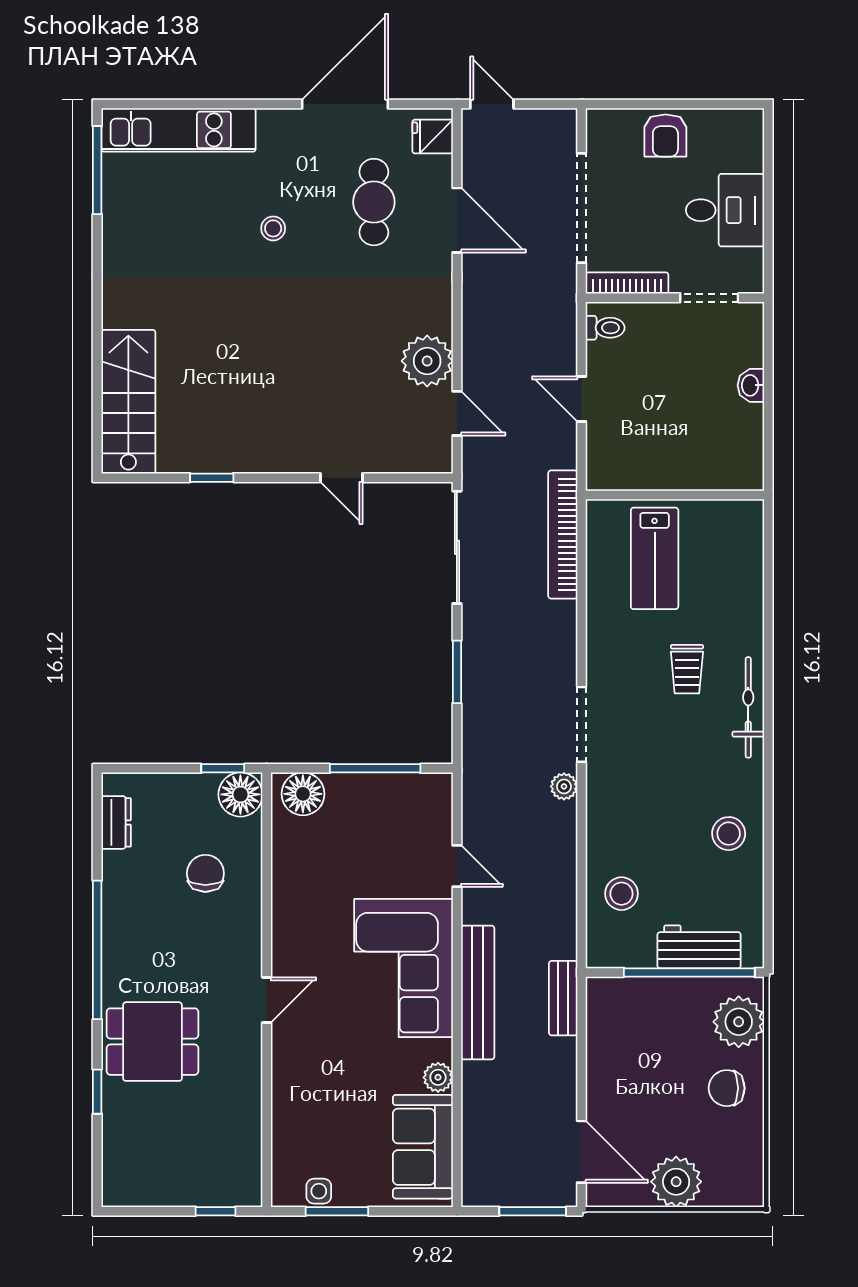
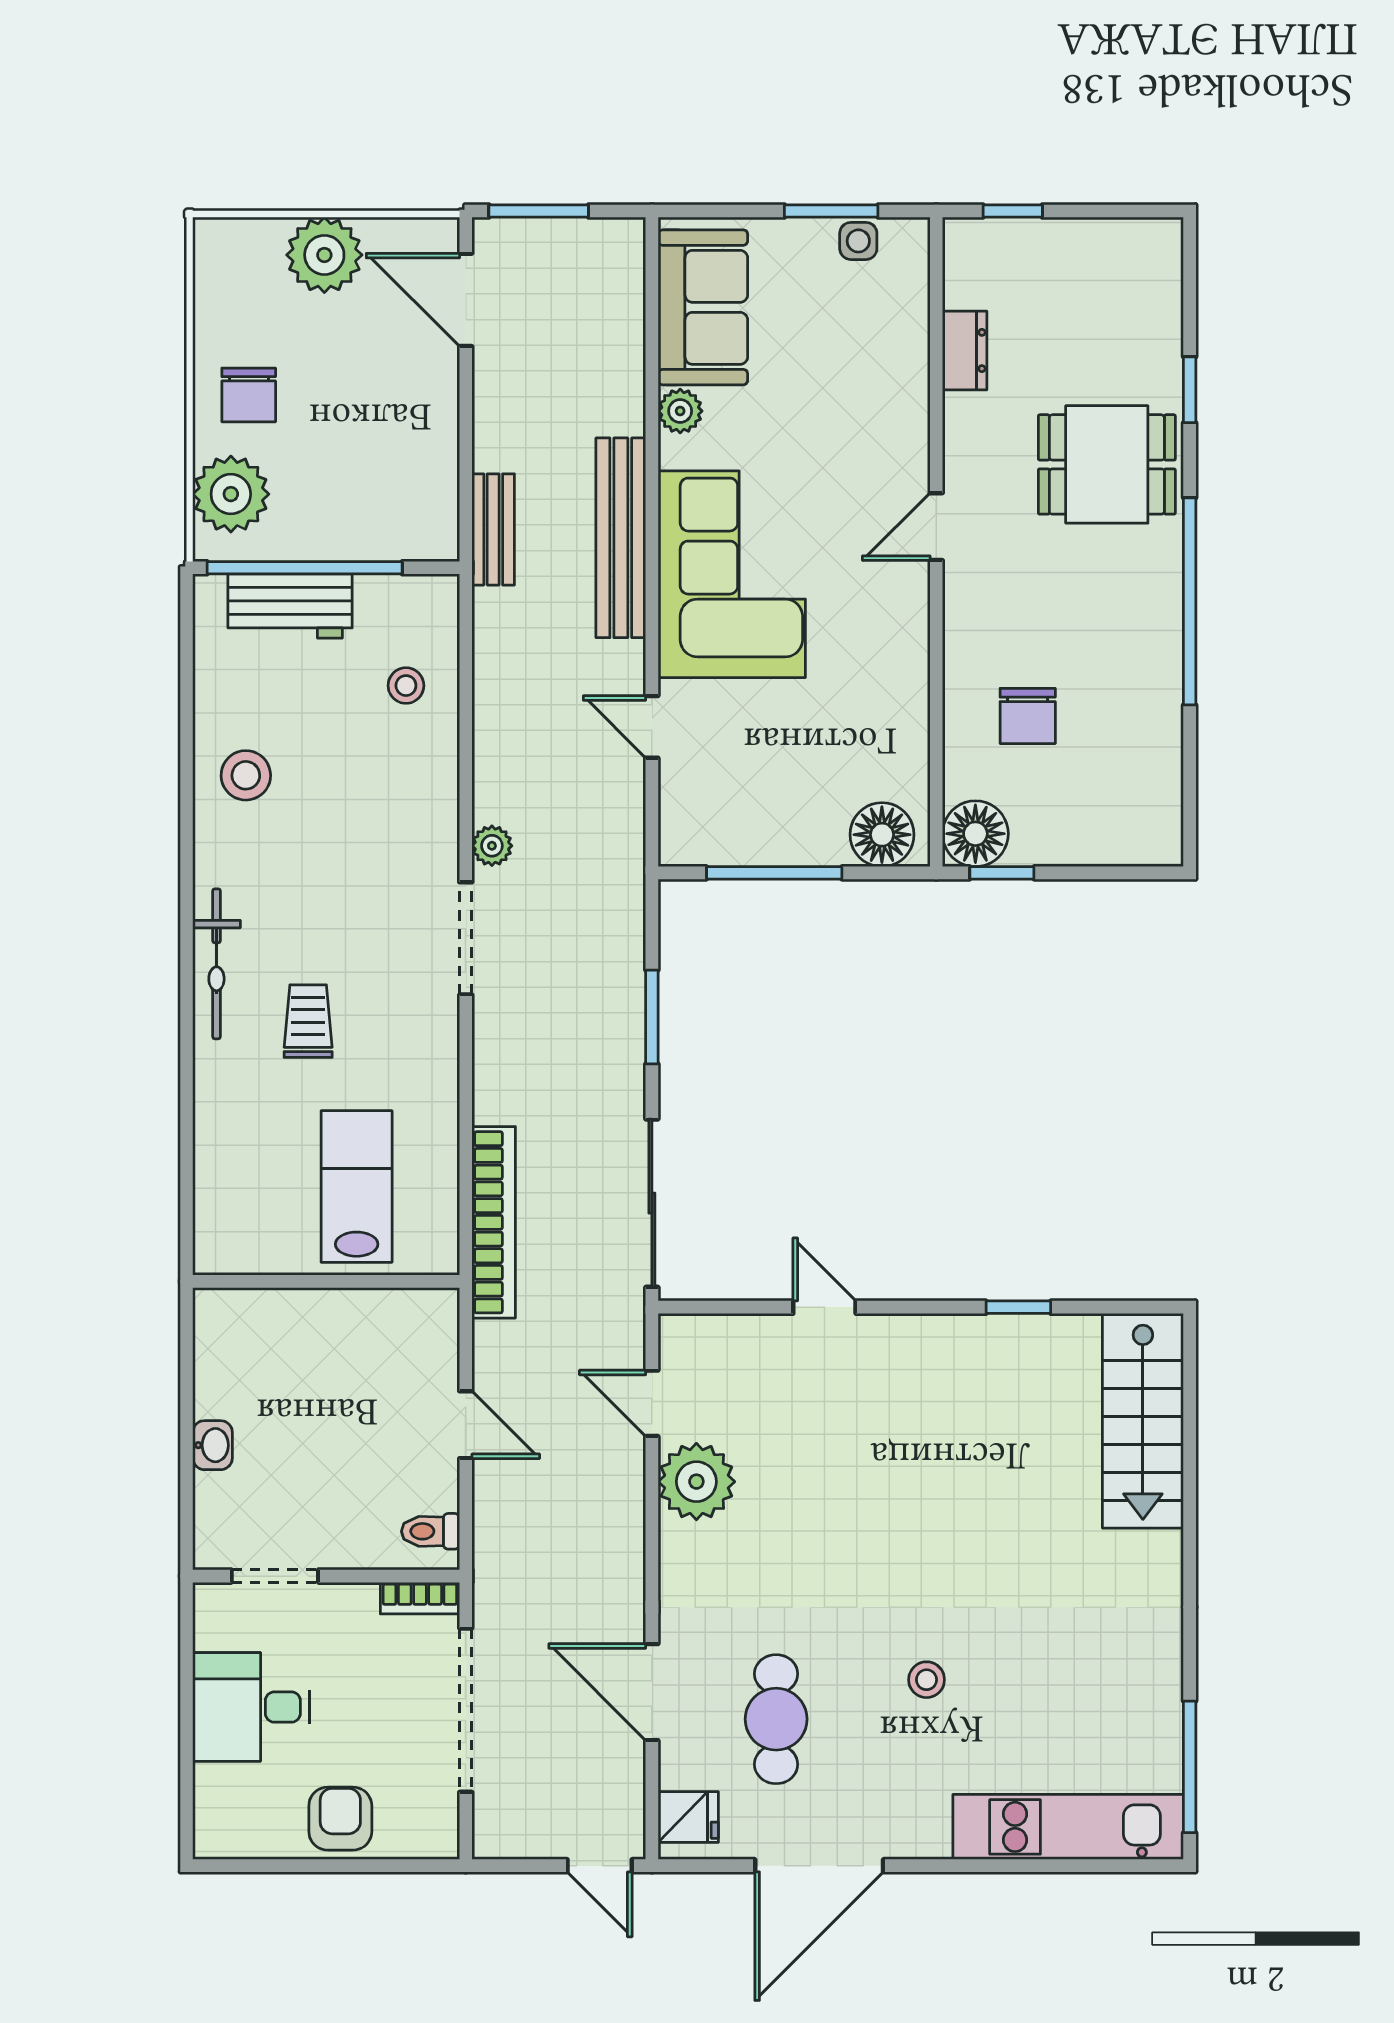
bookcase: (627, 283) -> (420, 1598), width x0.64
dresser: (116, 822) -> (965, 350), moved, turned 180
stool: (621, 894) -> (406, 686), width x0.73, depth x0.73
chair: (727, 1088) -> (249, 395), turned 90

